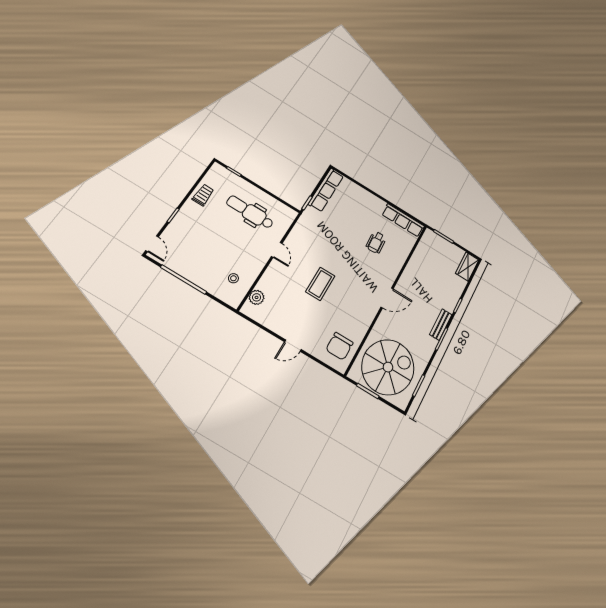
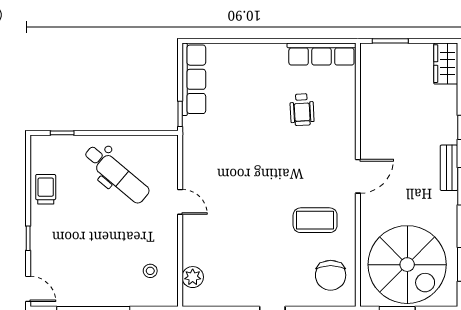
dental chair: (250, 212) -> (117, 174), turned -140
coffee table: (320, 284) -> (315, 220), moved, turned 90
spiral stairs: (388, 367) -> (407, 265), turned 90

